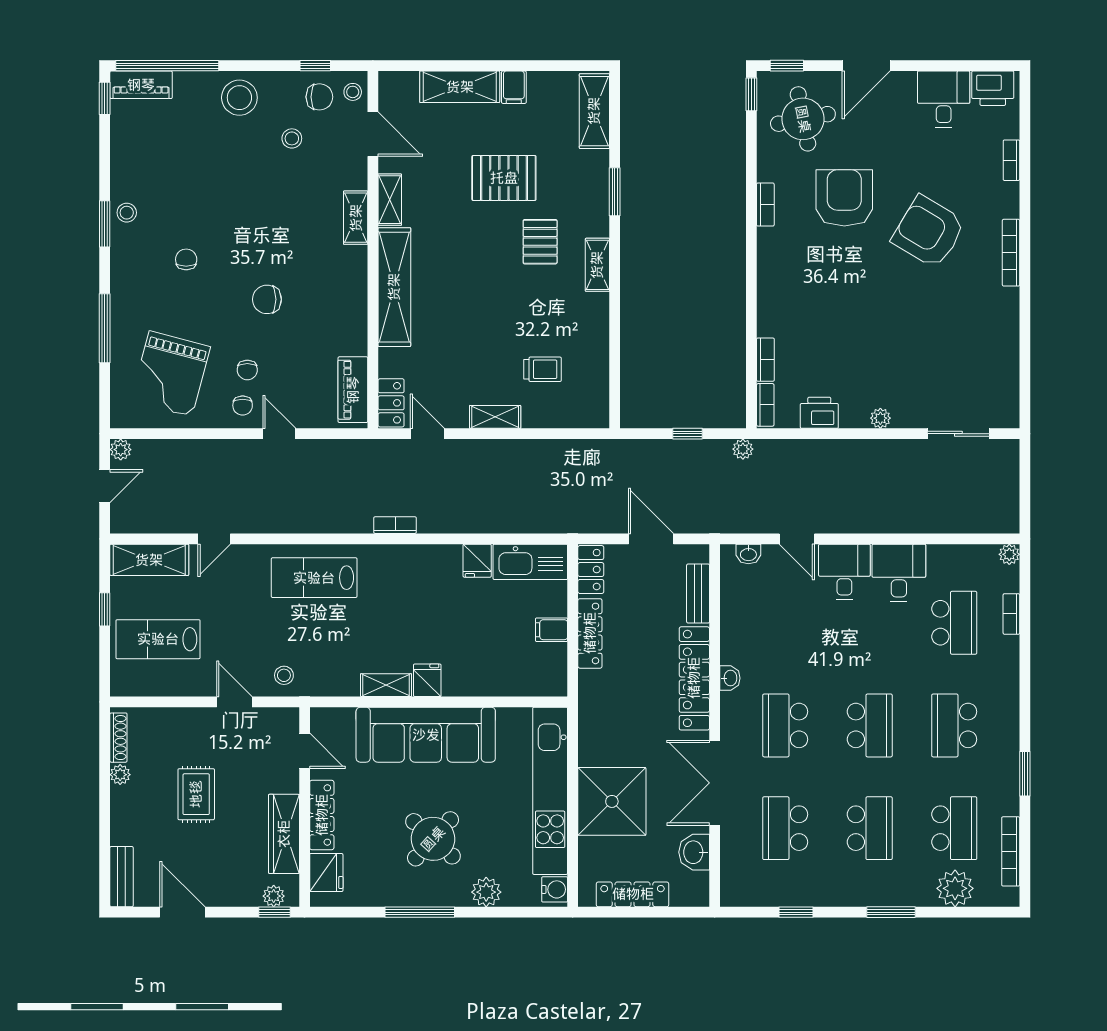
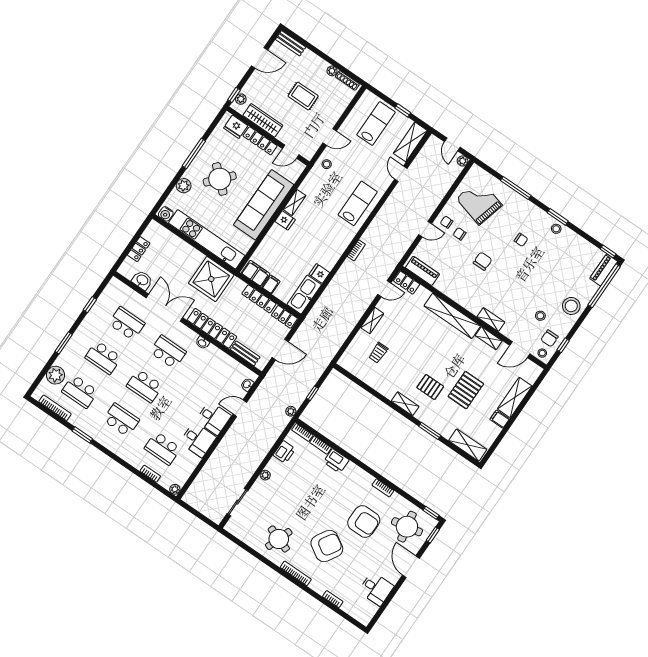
printer: (993, 88) -> (336, 461), moved, turned -90
round table: (973, 321) -> (279, 539), added
filing cabinet: (551, 669) -> (256, 273), added
shower: (612, 801) -> (211, 279), moved
locker: (633, 894) -> (139, 249), width x0.66

